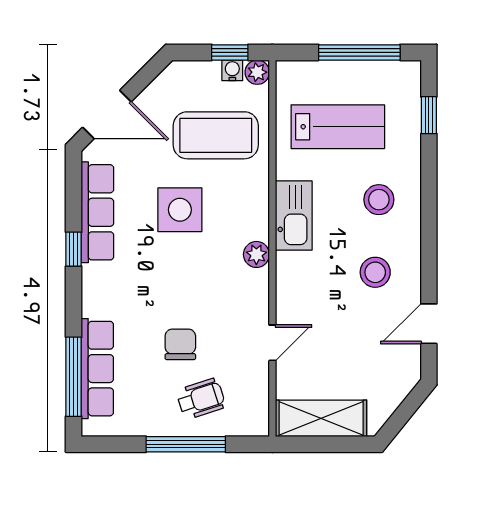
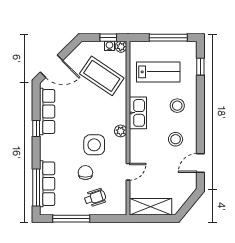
coffee table: (216, 135) -> (102, 76), turned 34
side table: (180, 210) -> (94, 145), moved
window: (186, 444) -> (71, 219), moved

